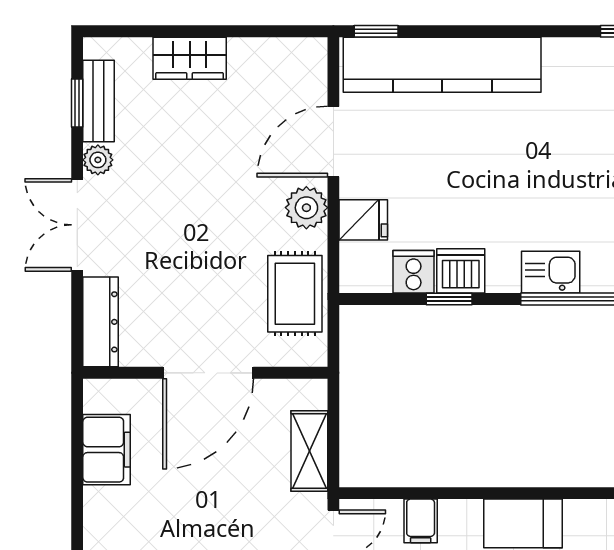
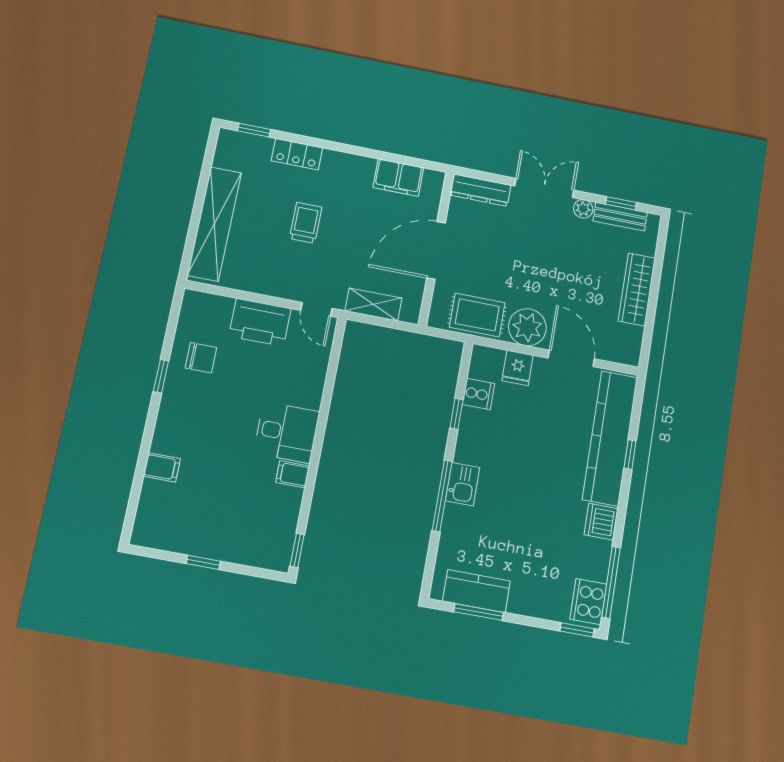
window: (376, 31) -> (630, 455), moved
wardrobe: (190, 58) -> (637, 289), width x1.50
plant: (306, 208) -> (527, 327), width x1.36, depth x1.36
dishwasher: (461, 271) -> (601, 522), moved, turned 180
door: (208, 373) -> (436, 250), hinge flipped
filing cabinet: (421, 521) -> (293, 474), moved

